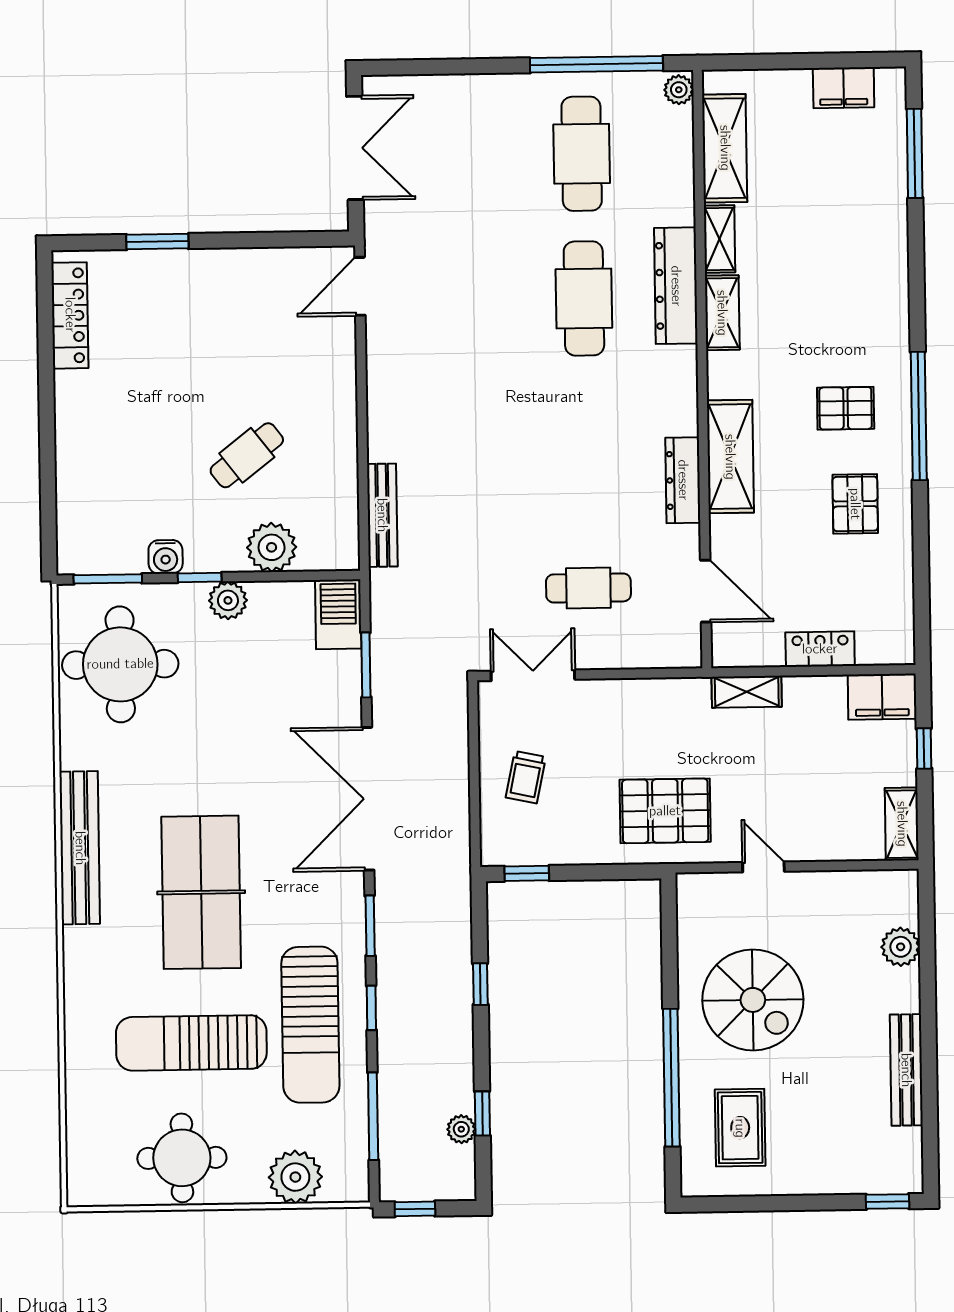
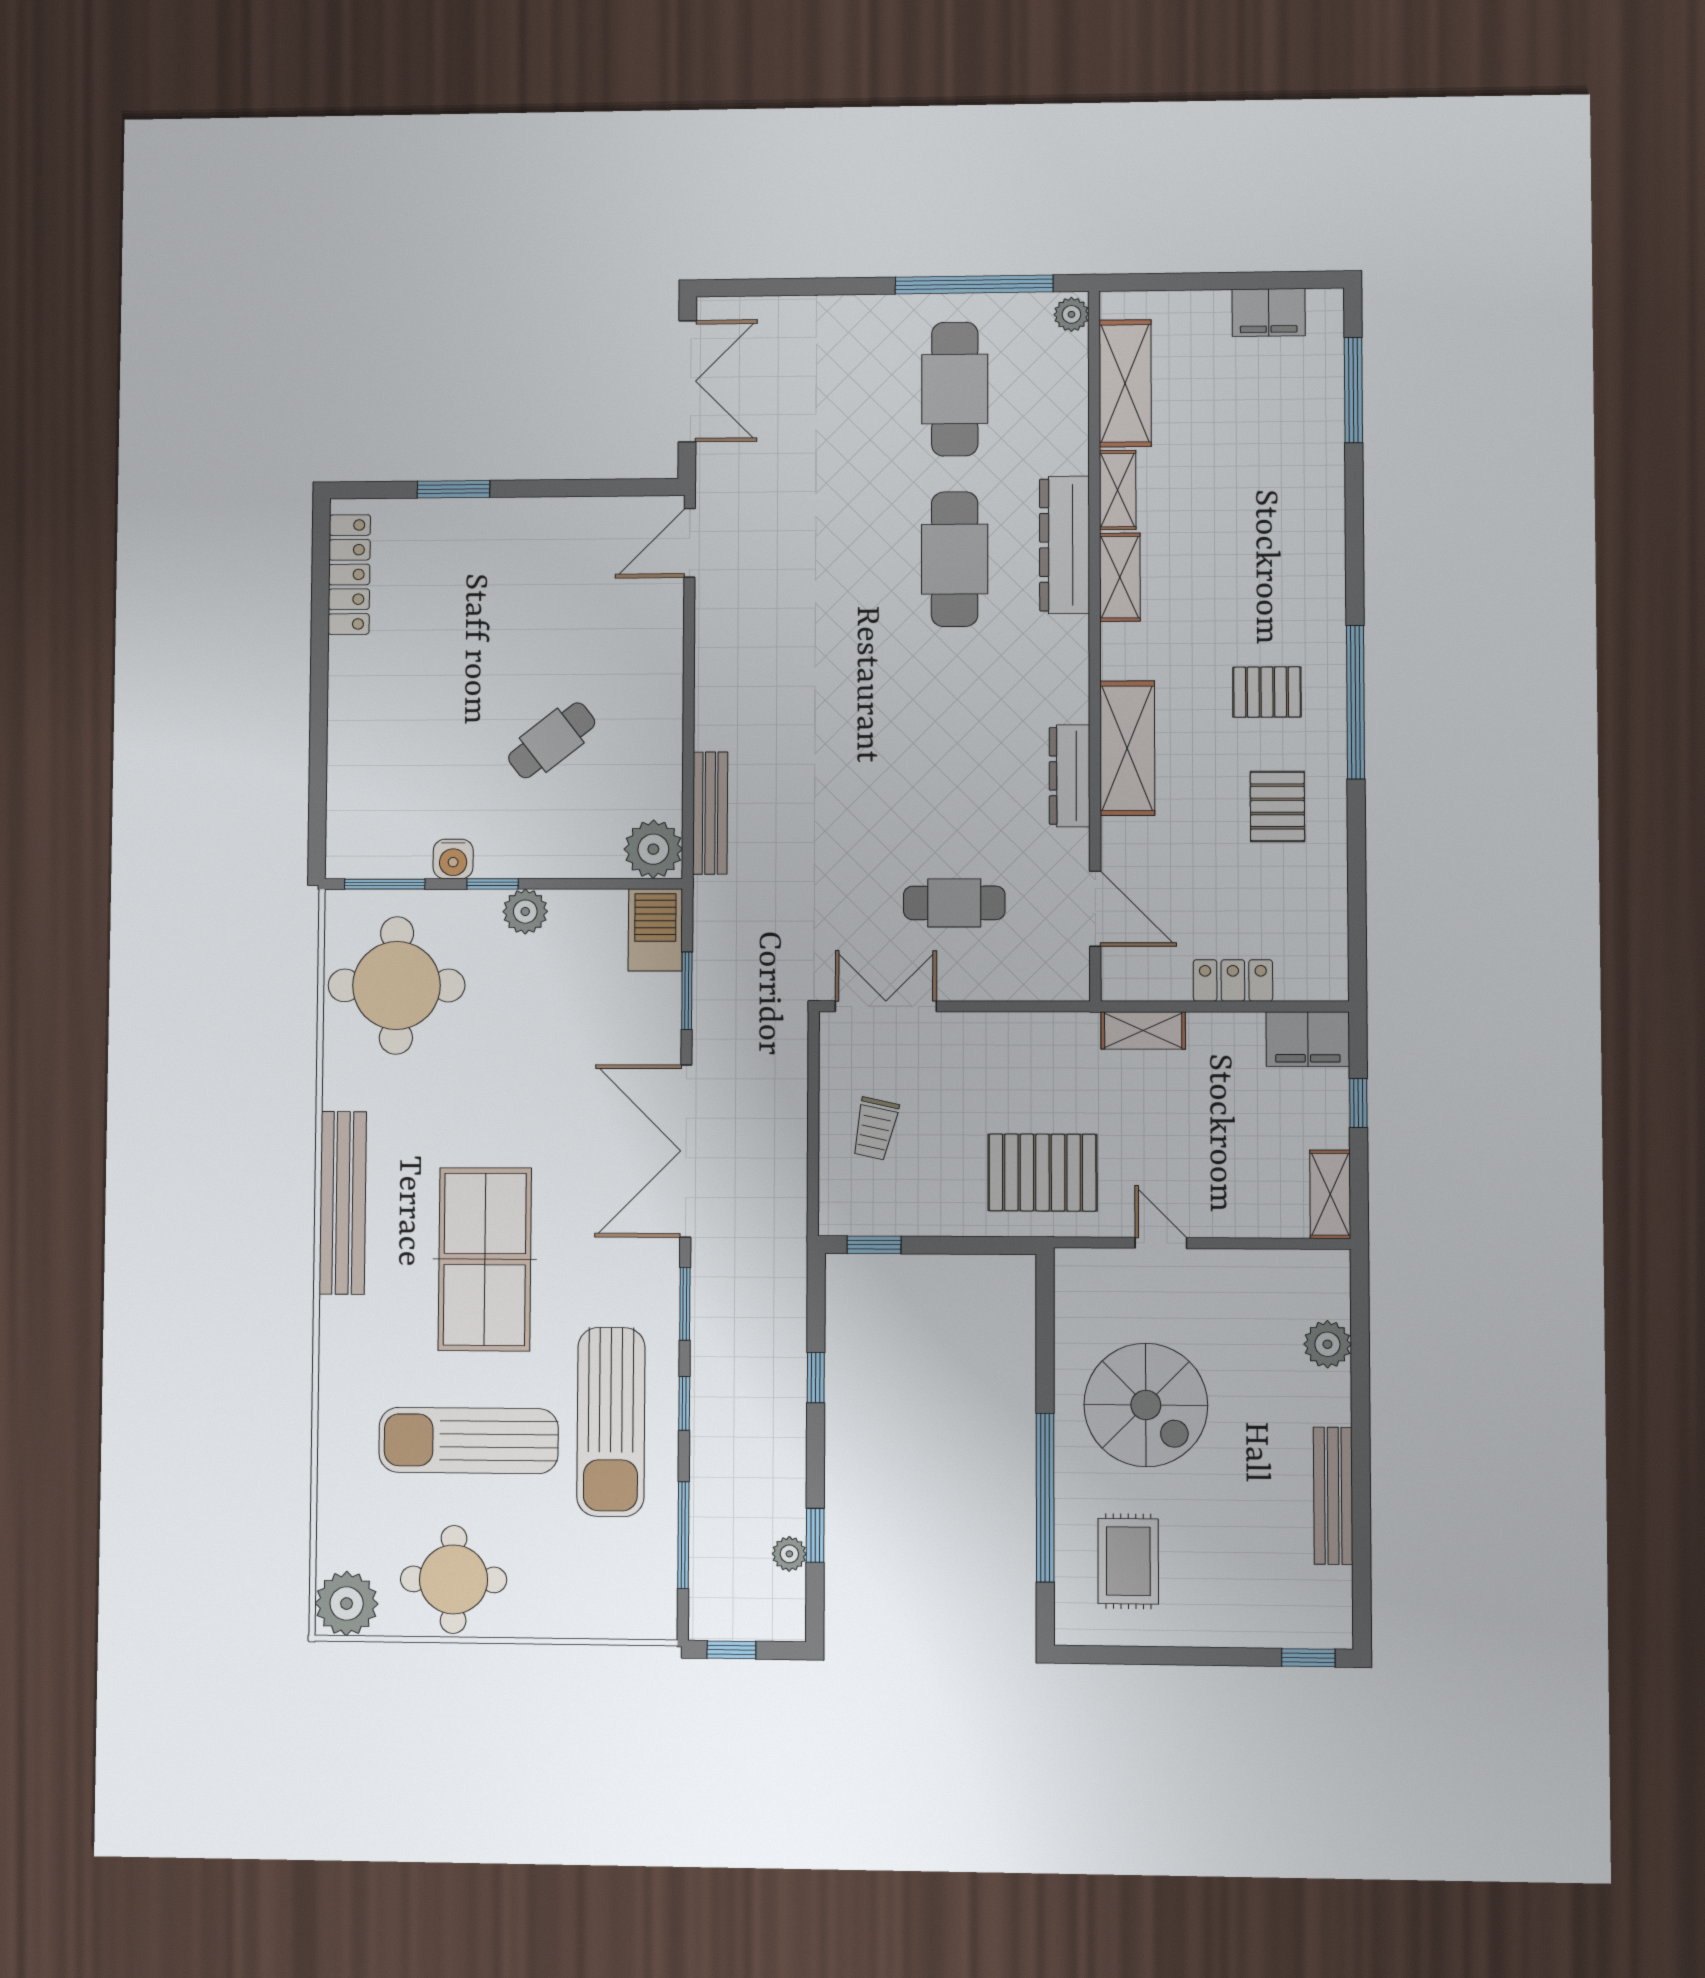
plant: (272, 547) -> (653, 849), moved
plant: (295, 1177) -> (347, 1604), moved

